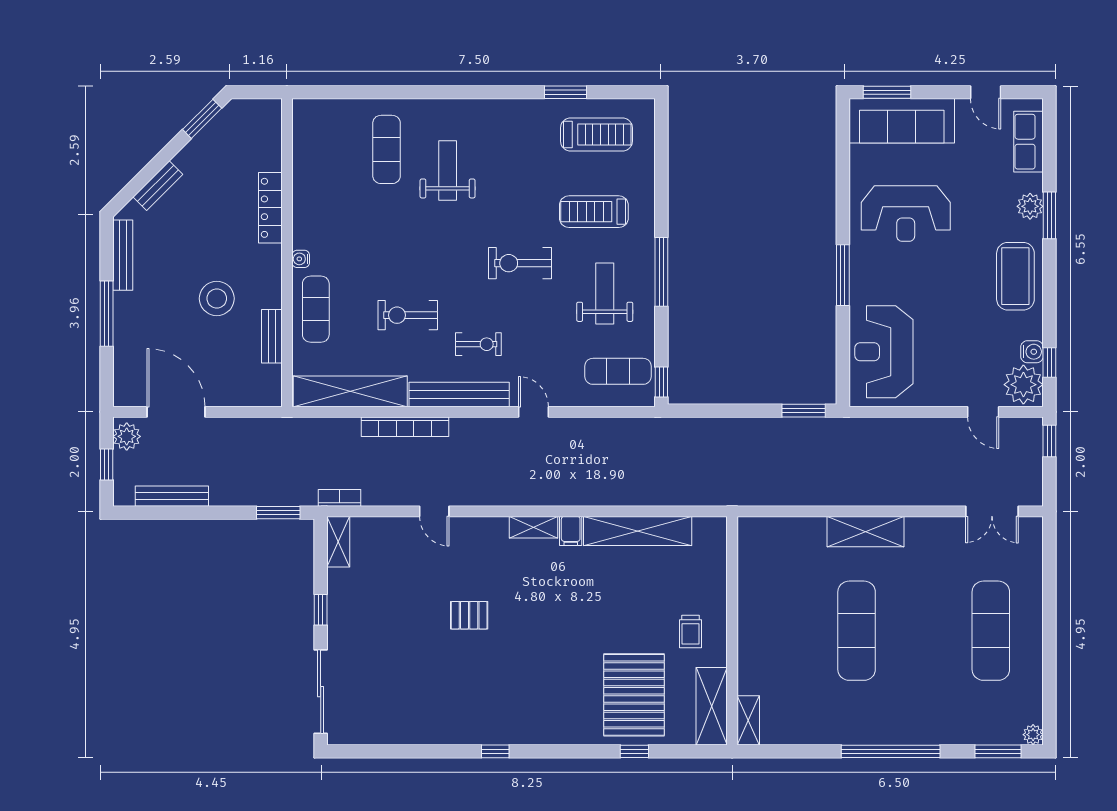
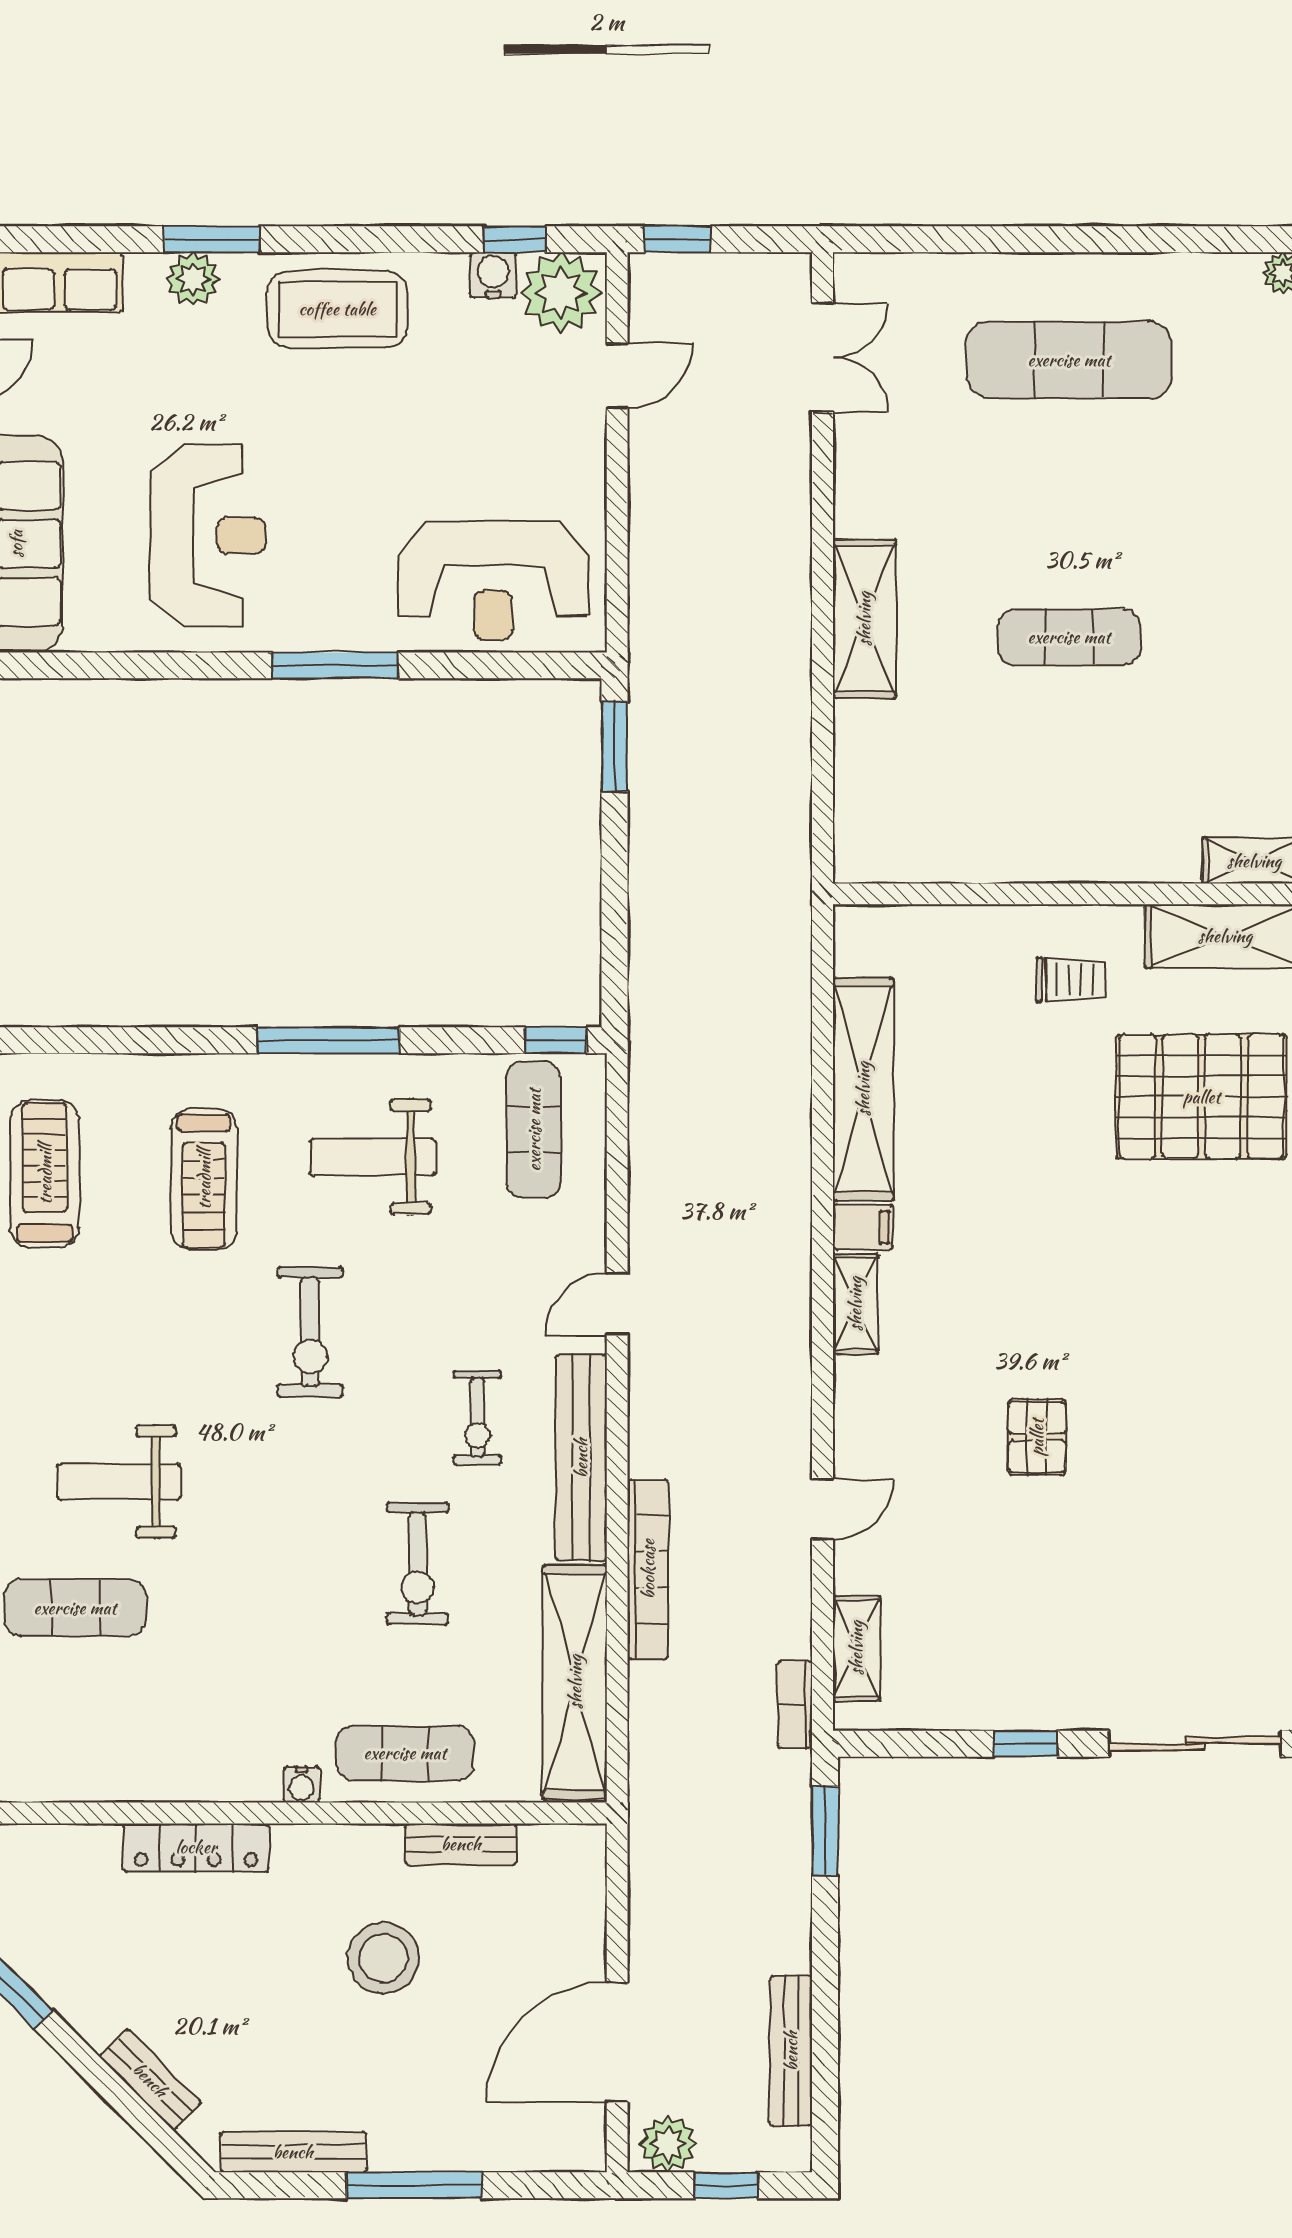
exercise bike: (478, 344) -> (477, 1418), turned 180
shelving: (338, 542) -> (856, 1648), moved, turned 90
exercise mat: (857, 631) -> (1069, 637), width x0.73, depth x0.69

